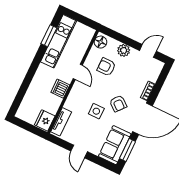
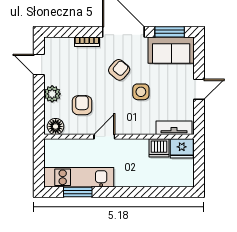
armchair: (106, 67) -> (82, 105), turned 180
dishwasher: (60, 89) -> (159, 148), moved

